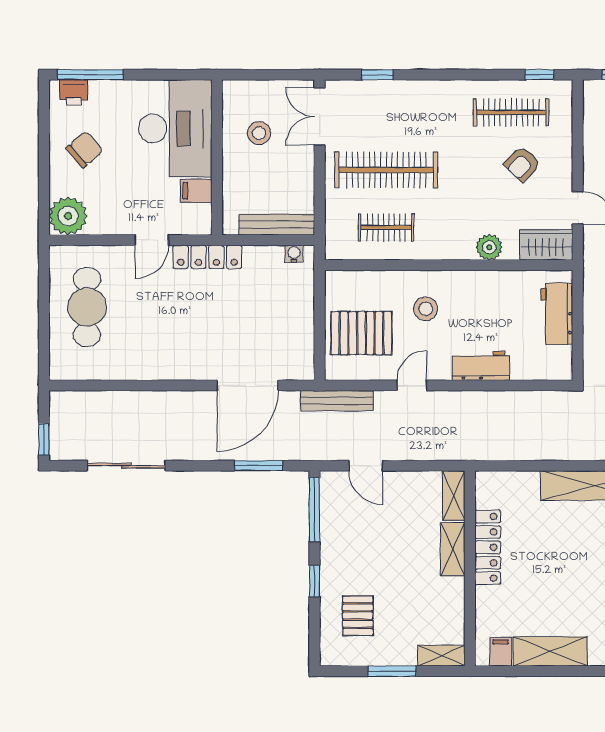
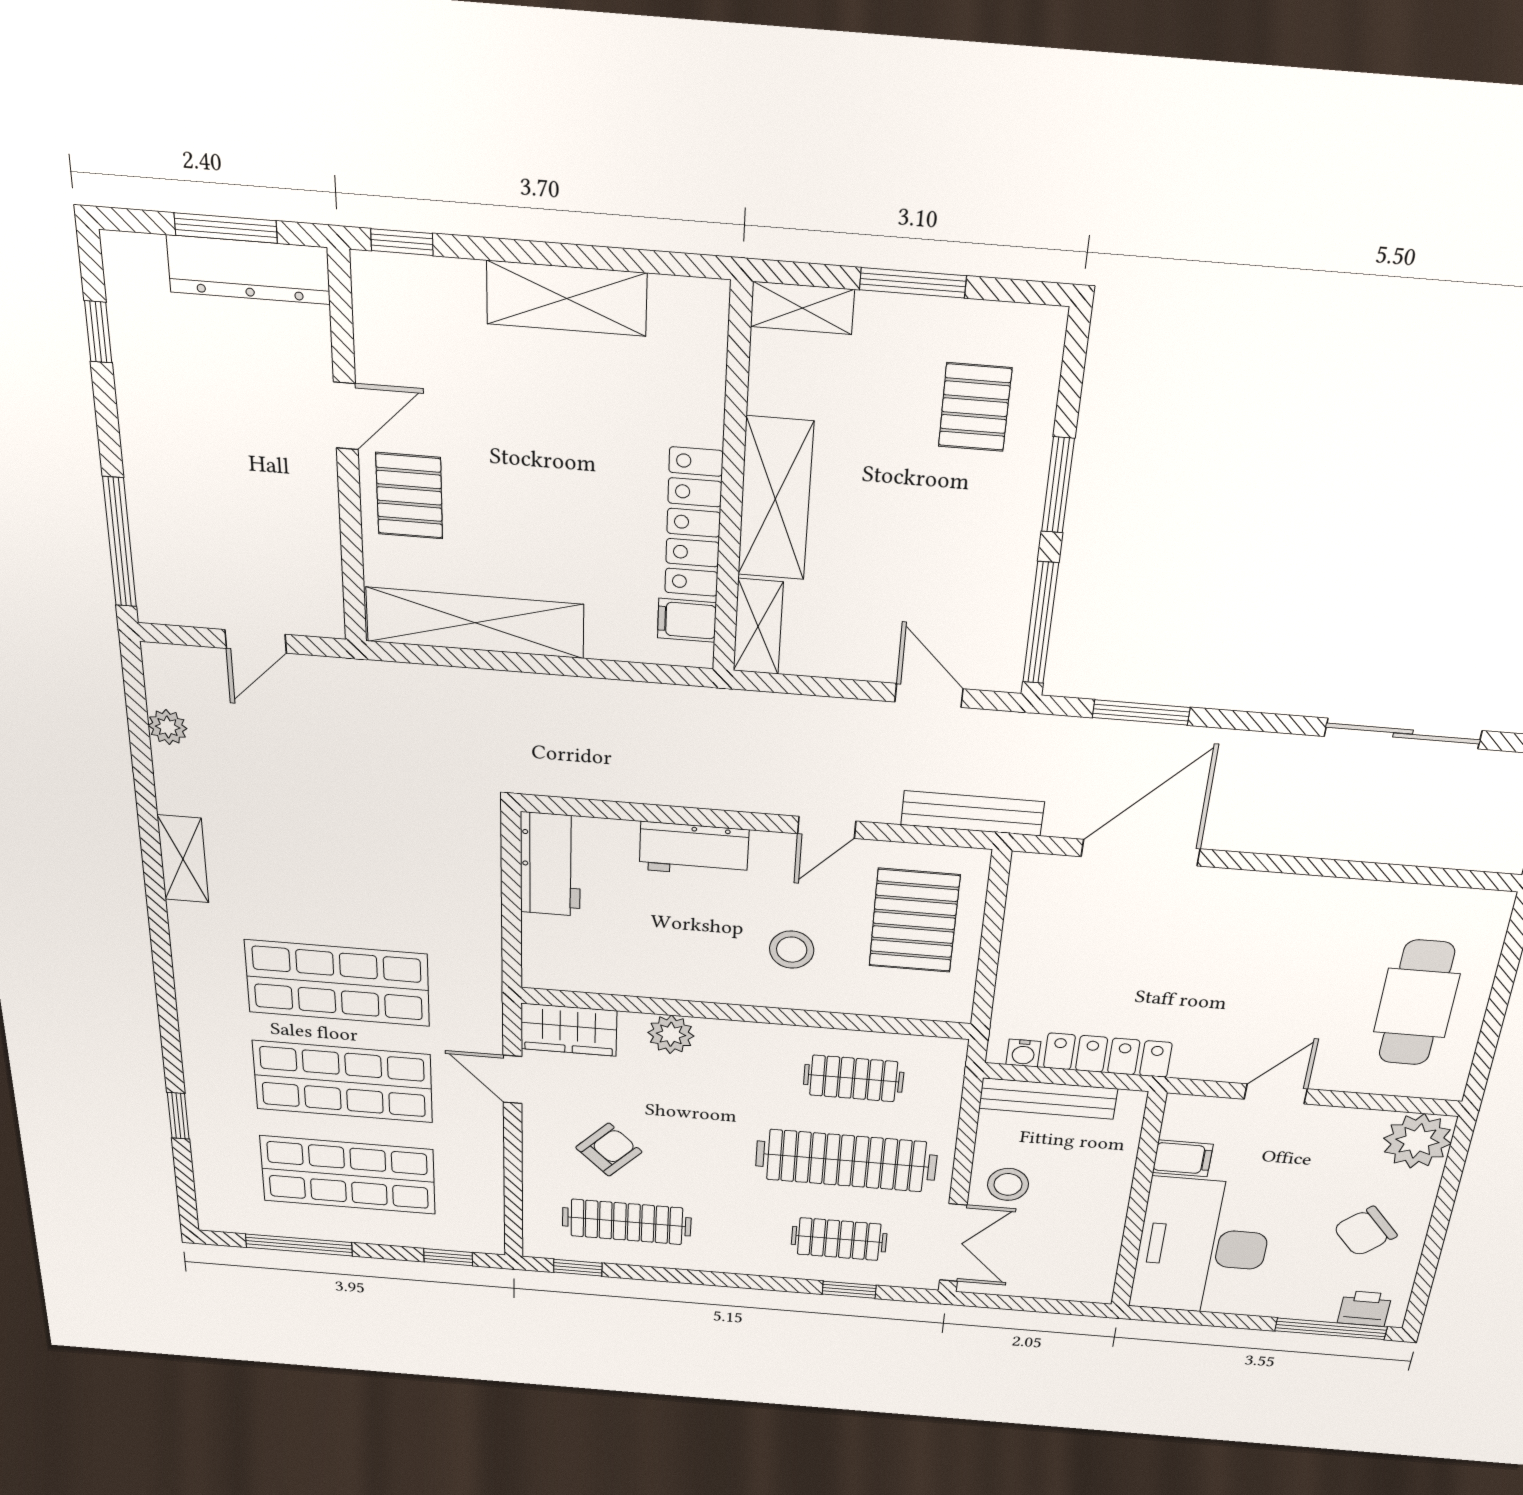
clothes rail: (386, 112) -> (839, 1239), added
stool: (259, 133) -> (1008, 1184), moved
locker: (207, 257) -> (1108, 1055), moved
workbench: (557, 314) -> (550, 864), moved
pallet: (361, 333) -> (914, 921), turned 90
shelving: (453, 549) -> (775, 499), width x1.50, depth x1.33
window: (314, 581) -> (1058, 485), width x1.50
filing cabinet: (501, 652) -> (687, 620), moved, turned 90

